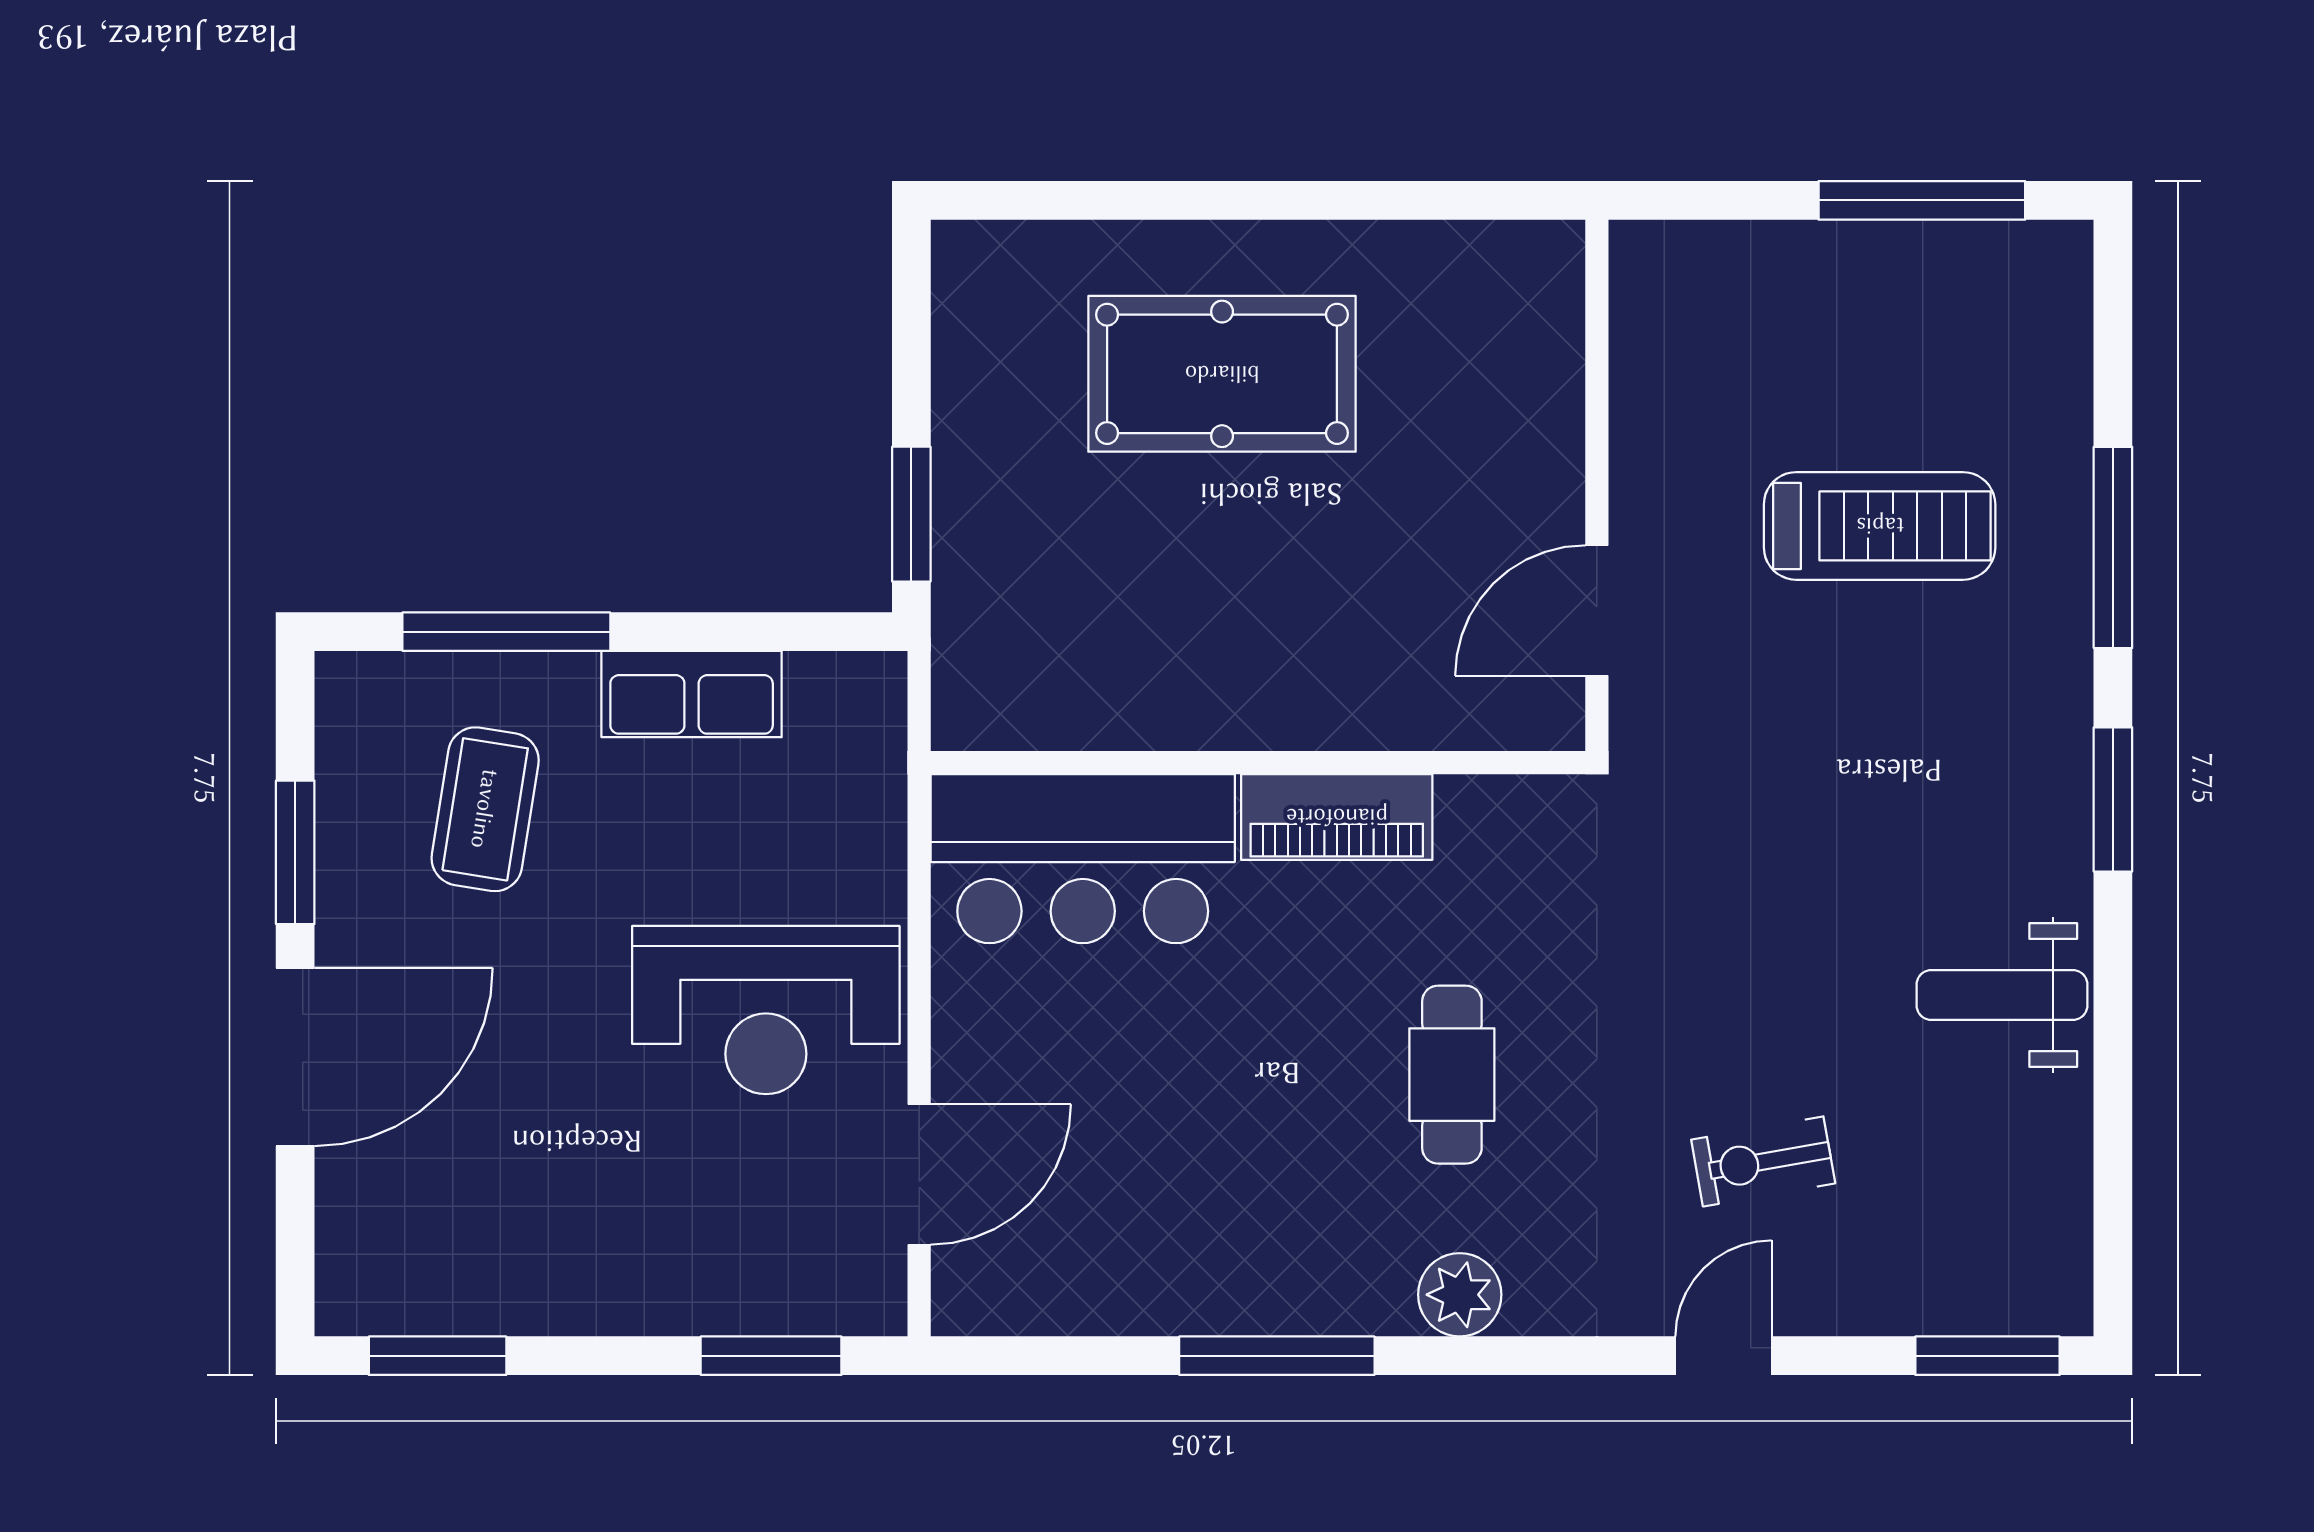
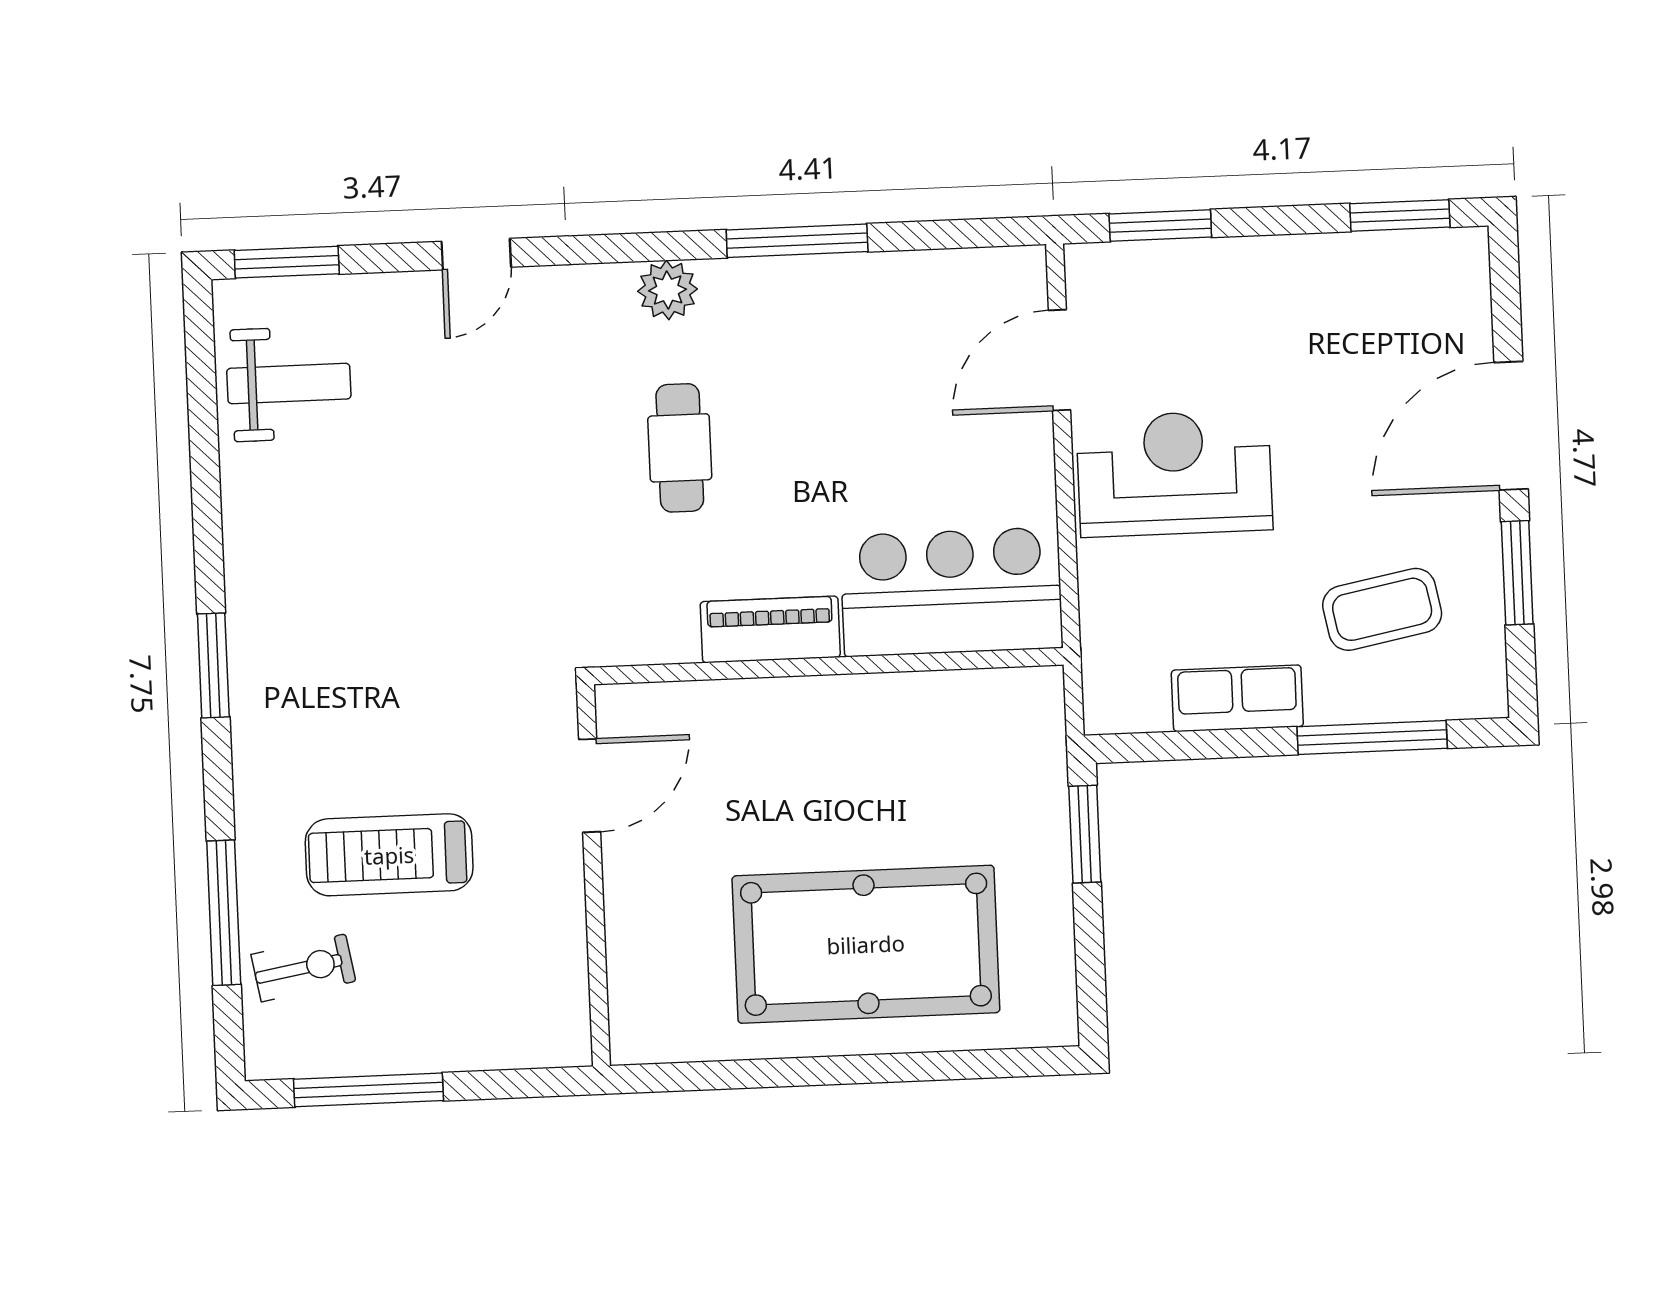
pool table: (1222, 374) -> (866, 944), width x1.36, depth x1.32
window: (2113, 547) -> (224, 913), moved
coffee table: (485, 809) -> (1382, 609), turned 70
weight bench: (2002, 995) -> (289, 384), moved
exercise bike: (1763, 1161) -> (303, 968), moved

